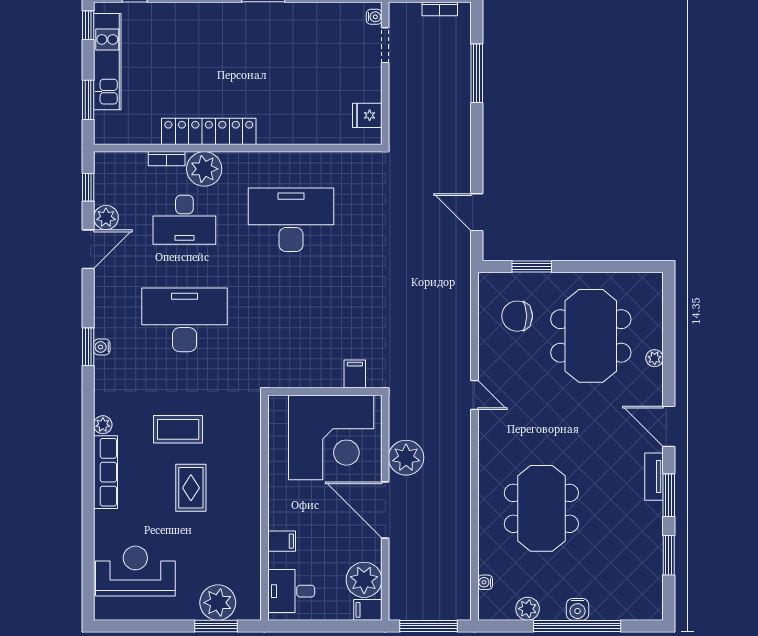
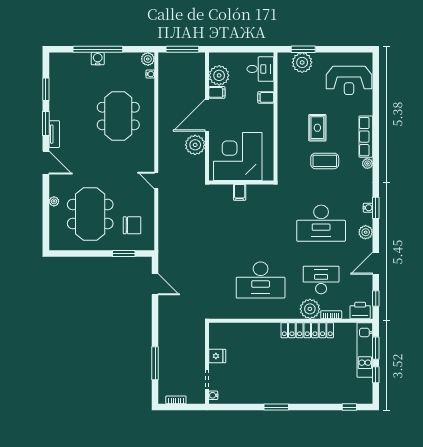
window: (88, 25) -> (376, 375), moved
kitchen unit: (107, 62) -> (365, 350), moved
fridge: (367, 115) -> (217, 356), moved
printer: (116, 166) -> (360, 311), added
plant: (106, 217) -> (366, 232), moved
filing cabinet: (355, 374) -> (240, 192), moved
door: (385, 510) -> (207, 115), swing flipped
plant: (528, 609) -> (148, 59), moved
filing cabinet: (368, 610) -> (217, 92), moved

